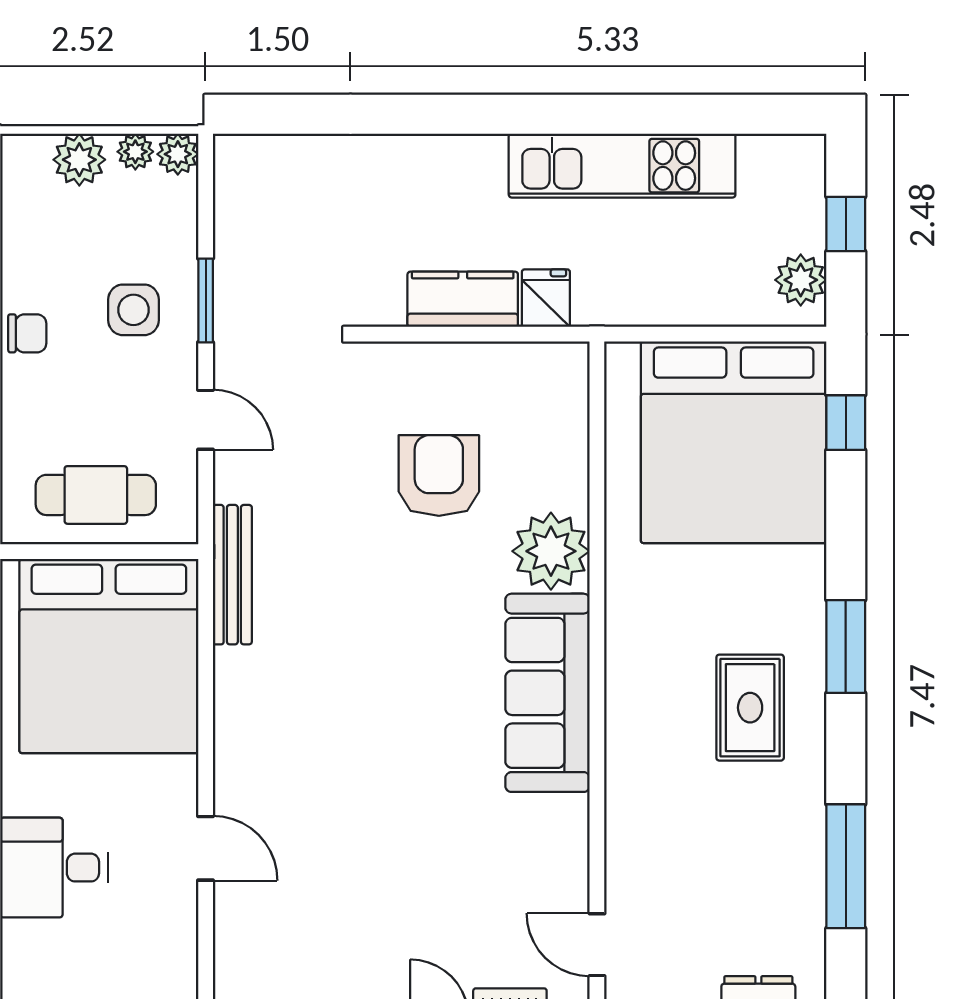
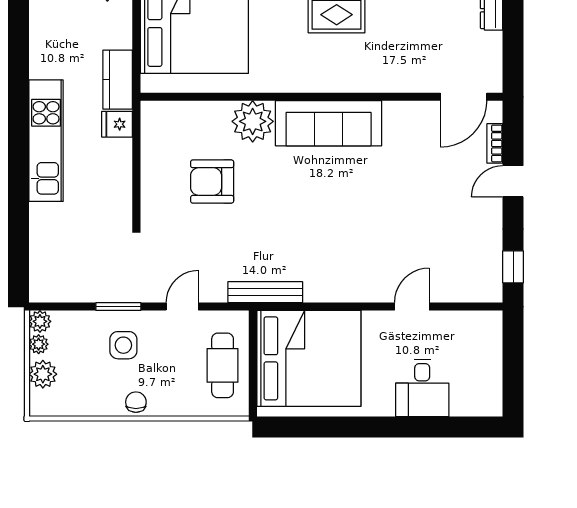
kitchen unit: (622, 166) -> (46, 141), moved
kitchen counter: (463, 299) -> (118, 80), moved
door: (597, 945) -> (464, 97), width x1.38

